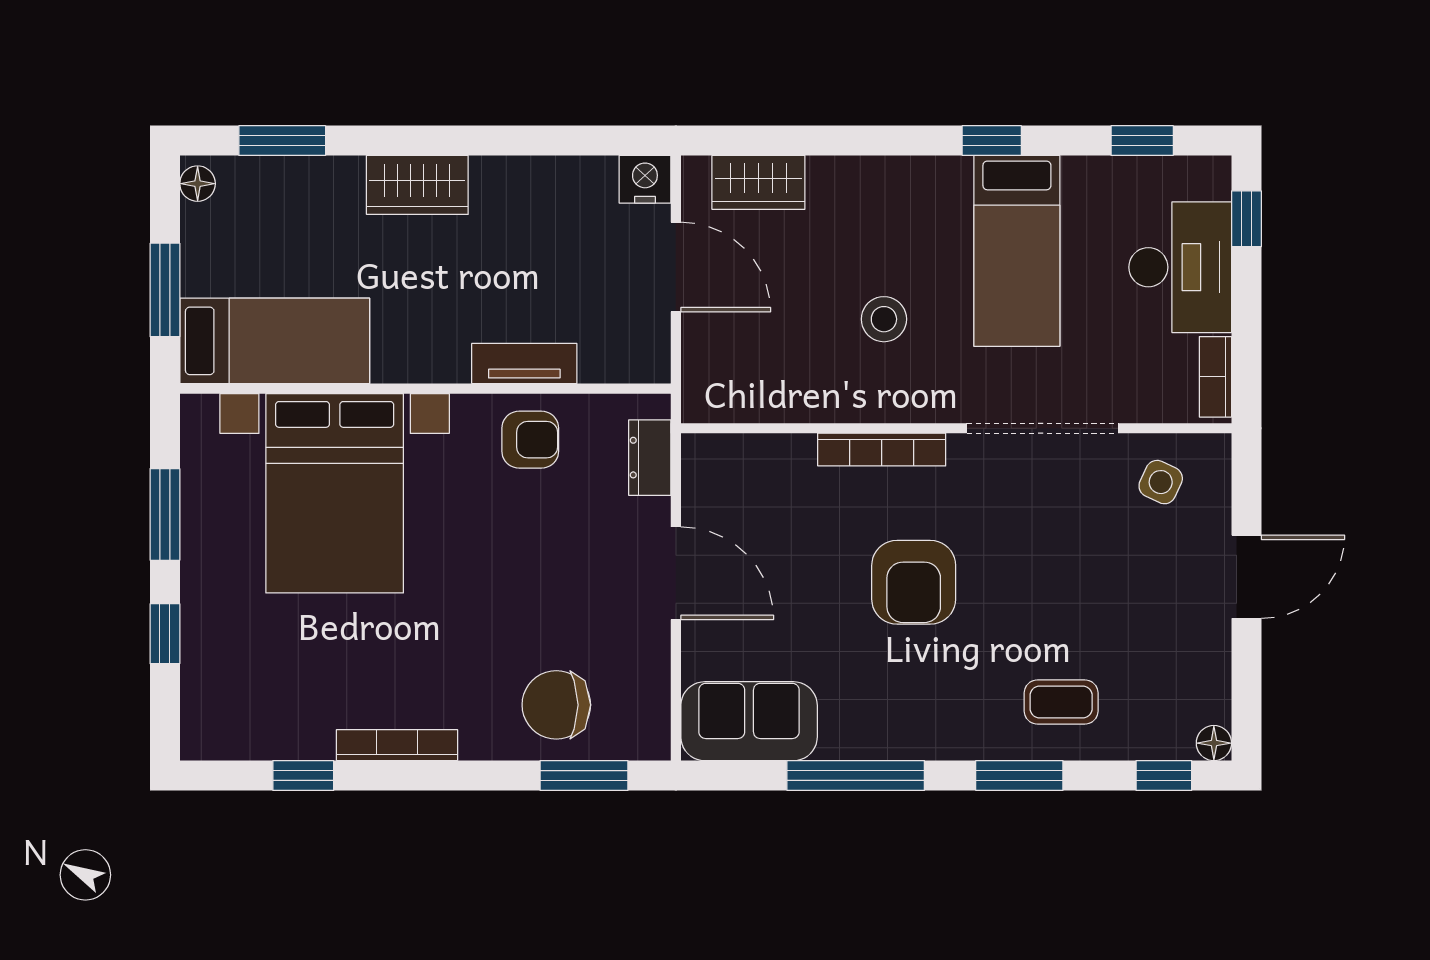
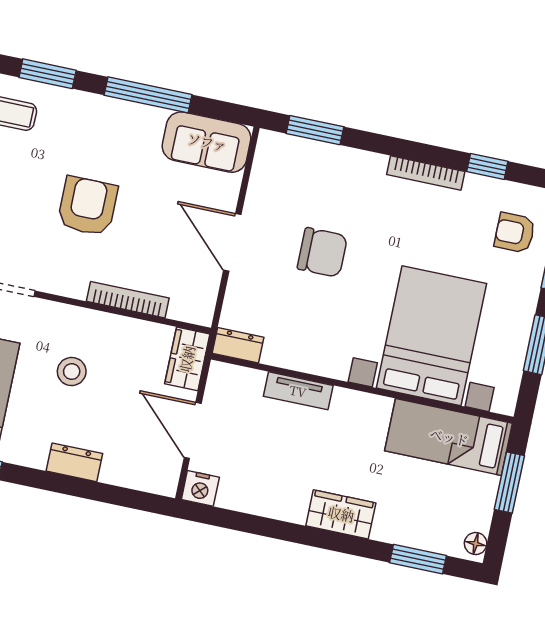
dresser: (850, 178) -> (74, 462), added
wardrobe: (758, 182) -> (187, 359), moved, turned -90
armchair: (530, 440) -> (515, 233), moved
bookcase: (882, 450) -> (128, 300), moved
dresser: (650, 458) -> (238, 345), moved, turned -90
chair: (556, 705) -> (322, 252), moved

